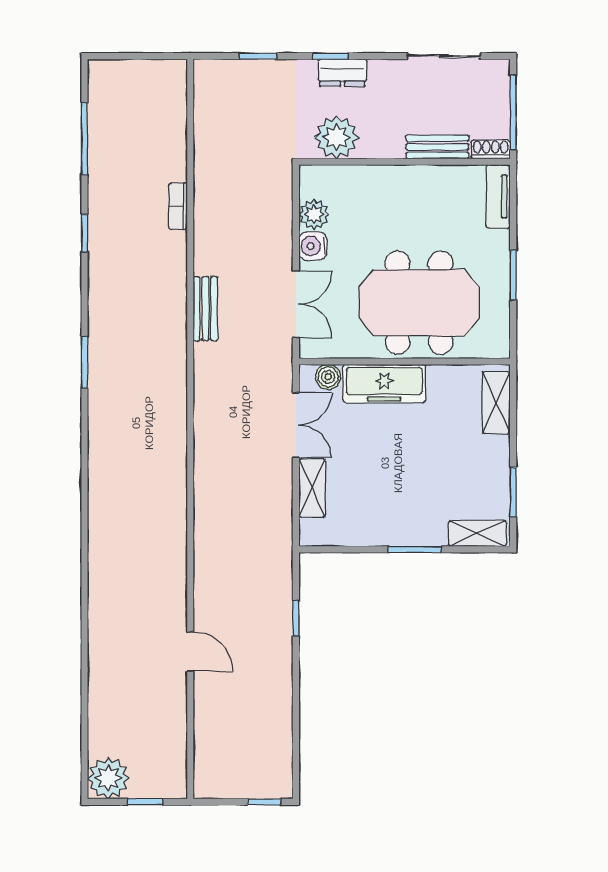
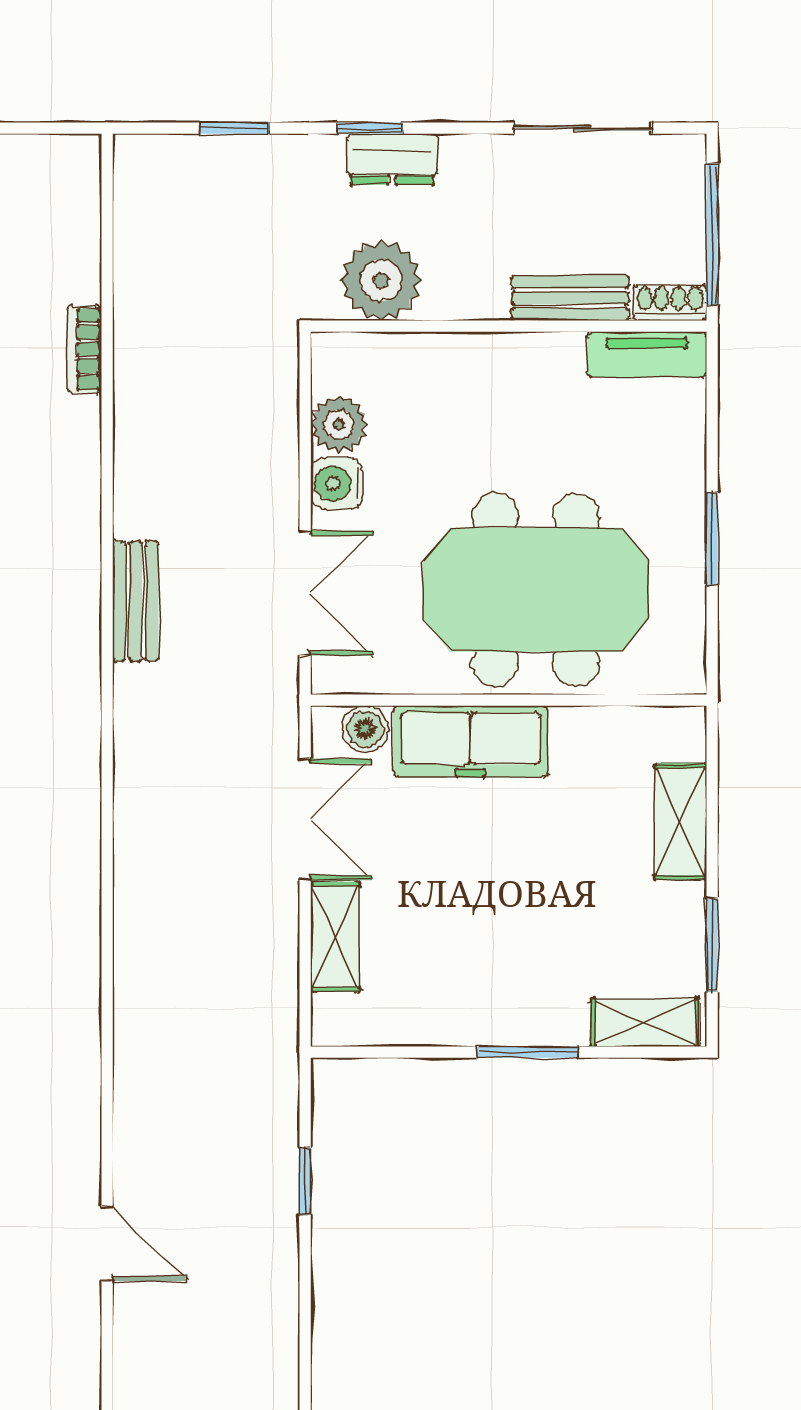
tv unit: (498, 197) -> (647, 354), moved, turned -90
bookcase: (178, 206) -> (84, 349), moved
shelving: (496, 403) -> (680, 822), moved

